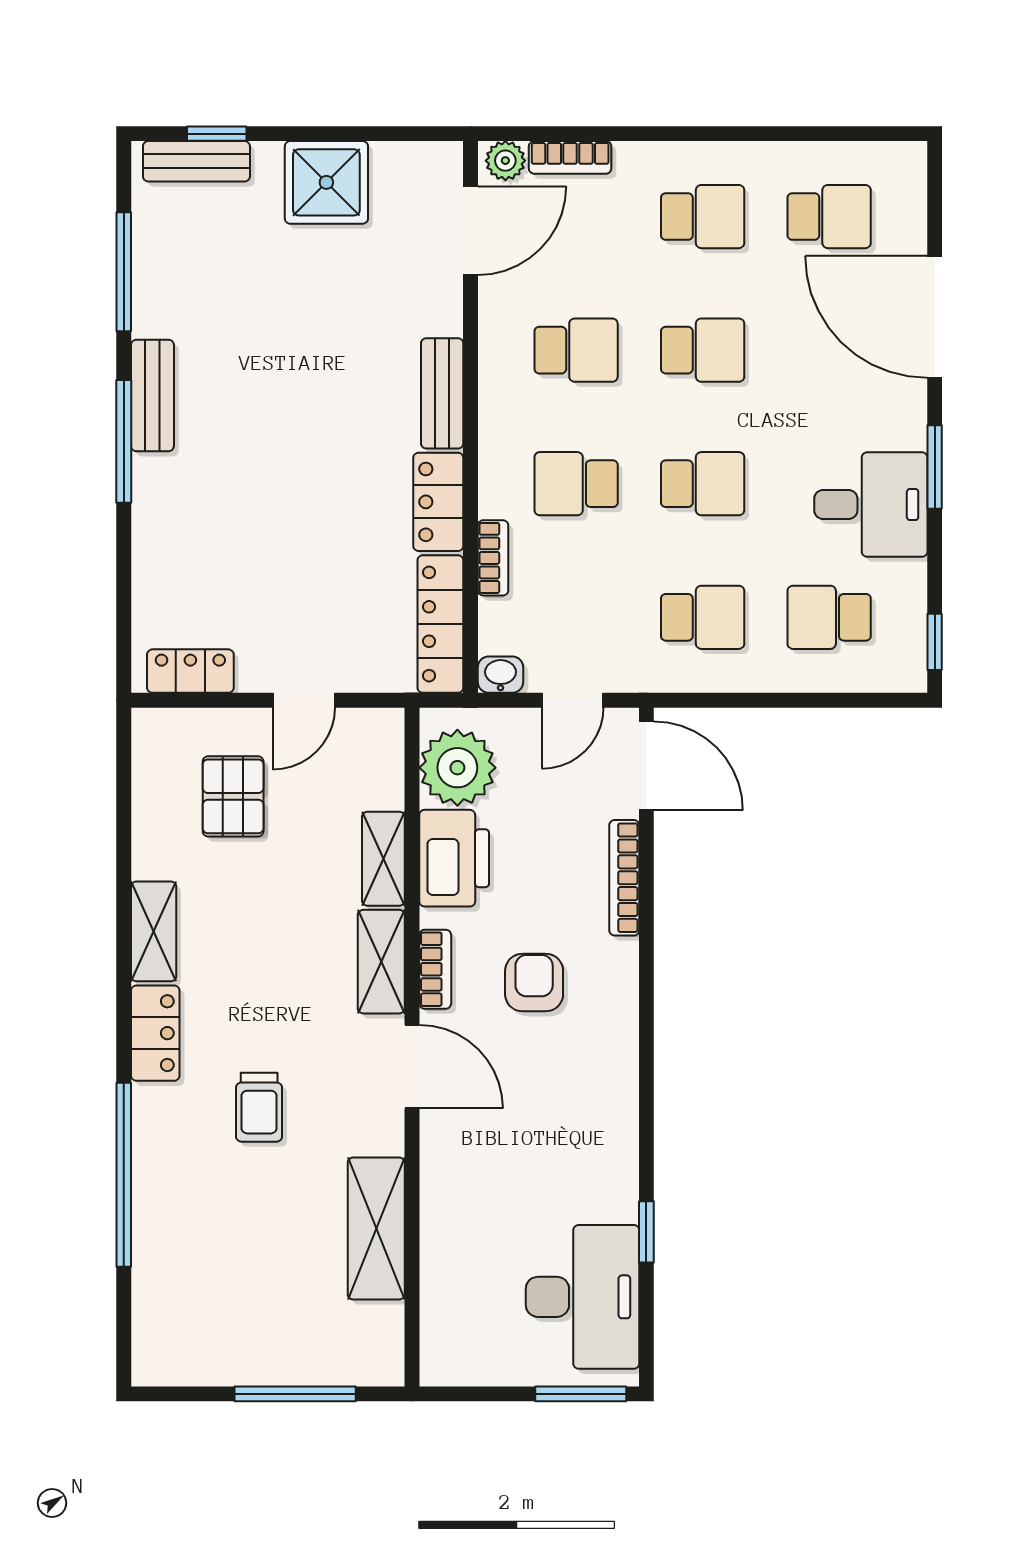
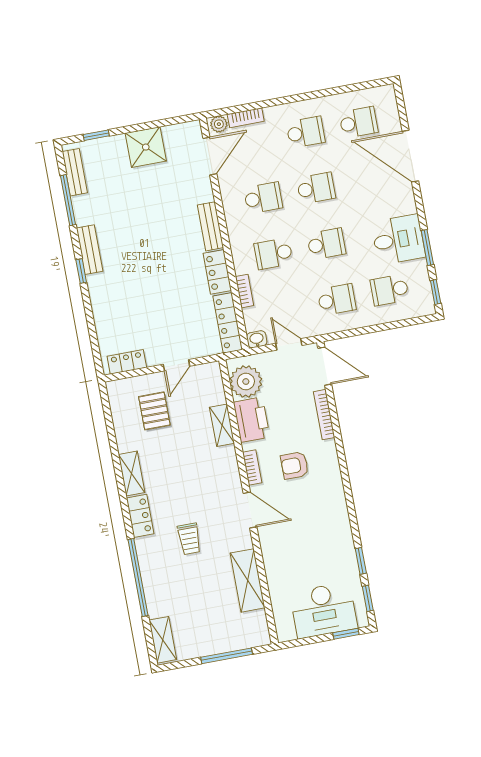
bench: (196, 161) -> (75, 172), moved, turned 90
window: (124, 441) -> (81, 271), width x0.46
window: (935, 467) -> (427, 248), moved
door: (573, 700) -> (289, 344), swing flipped
shelving: (381, 962) -> (163, 640), moved
armchair: (534, 983) -> (295, 465), turned -90
desk: (582, 1297) -> (324, 610), moved, turned 90
window: (646, 1322) -> (368, 598), added
window: (581, 1394) -> (346, 634), width x0.67

